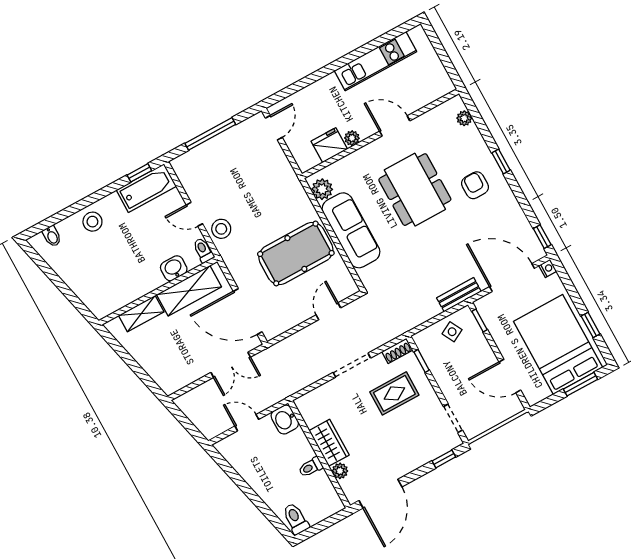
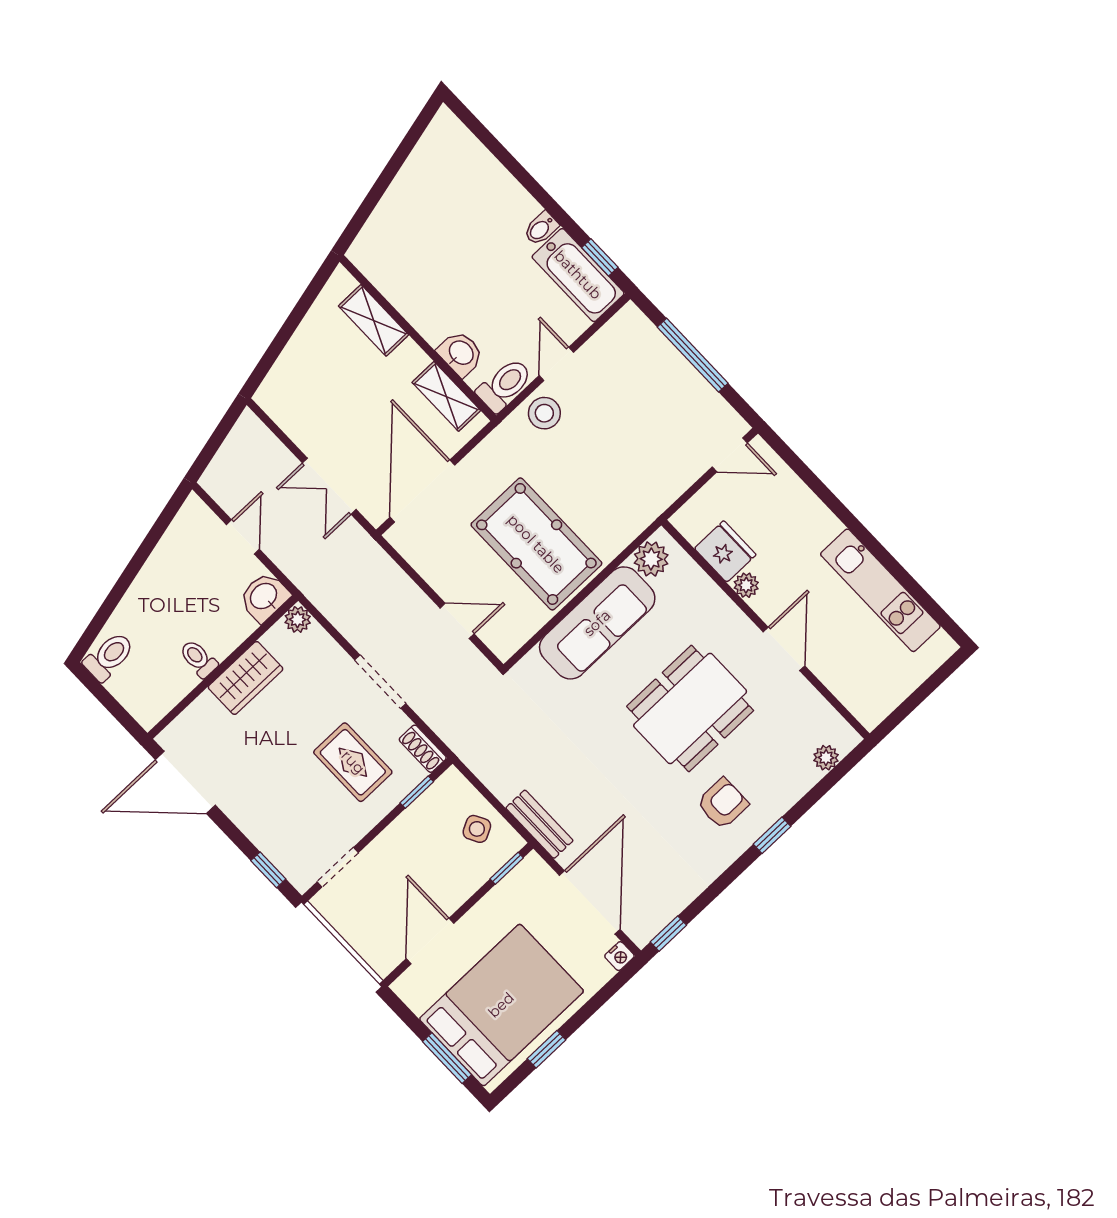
stool: (92, 222) -> (501, 203), removed
bidet: (52, 236) -> (541, 228), moved
toilet: (203, 250) -> (505, 385), width x1.37, depth x1.39
shelving: (189, 291) -> (446, 396), width x0.67, depth x0.75
plant: (340, 471) -> (298, 619), moved

